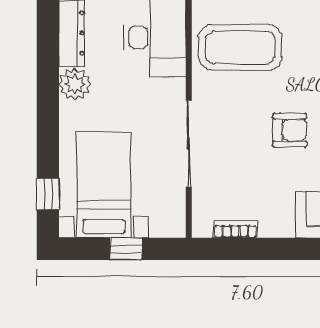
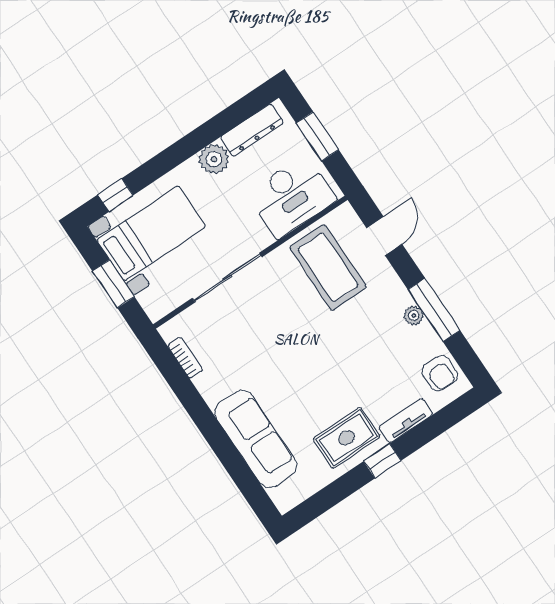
armchair: (290, 130) -> (290, 349), removed
window: (126, 249) -> (113, 284), width x1.50

